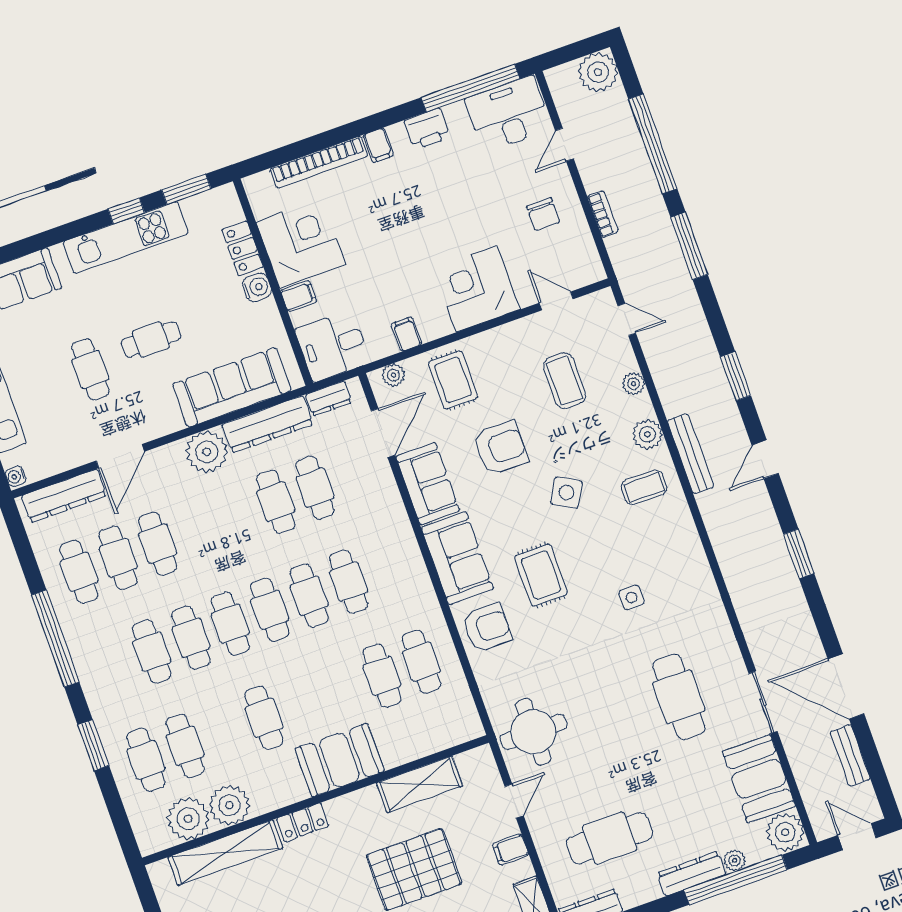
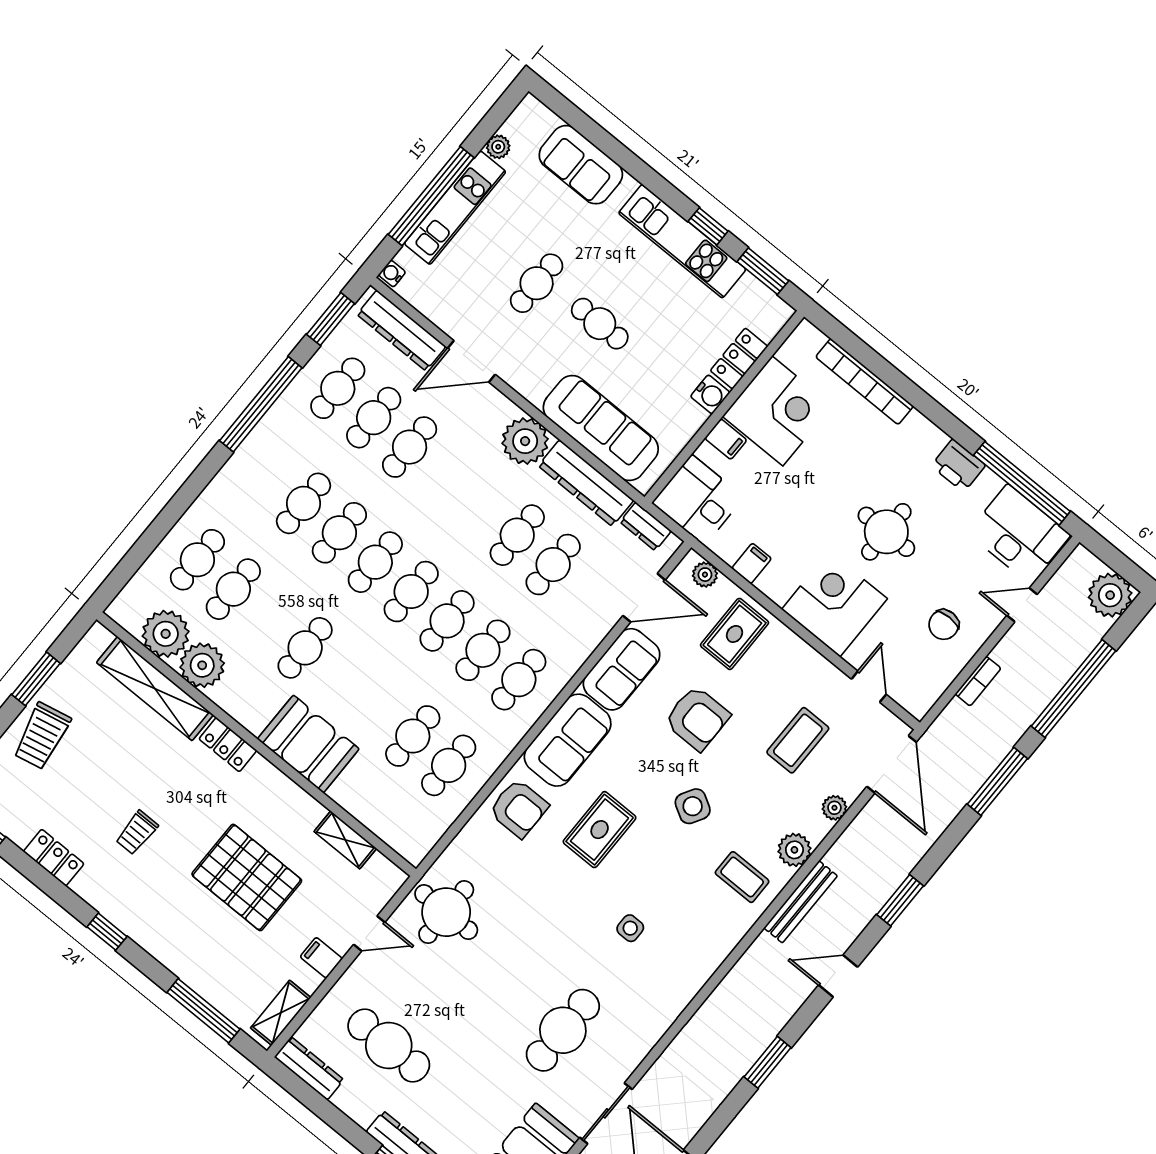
filing cabinet: (378, 145) -> (915, 428), removed
round table: (445, 215) -> (886, 532), added
door: (627, 319) -> (892, 764), width x1.88
cafe table: (388, 568) -> (519, 680), added
window: (93, 745) -> (331, 319), moved
shelving: (420, 784) -> (345, 840), width x0.67, depth x0.75

